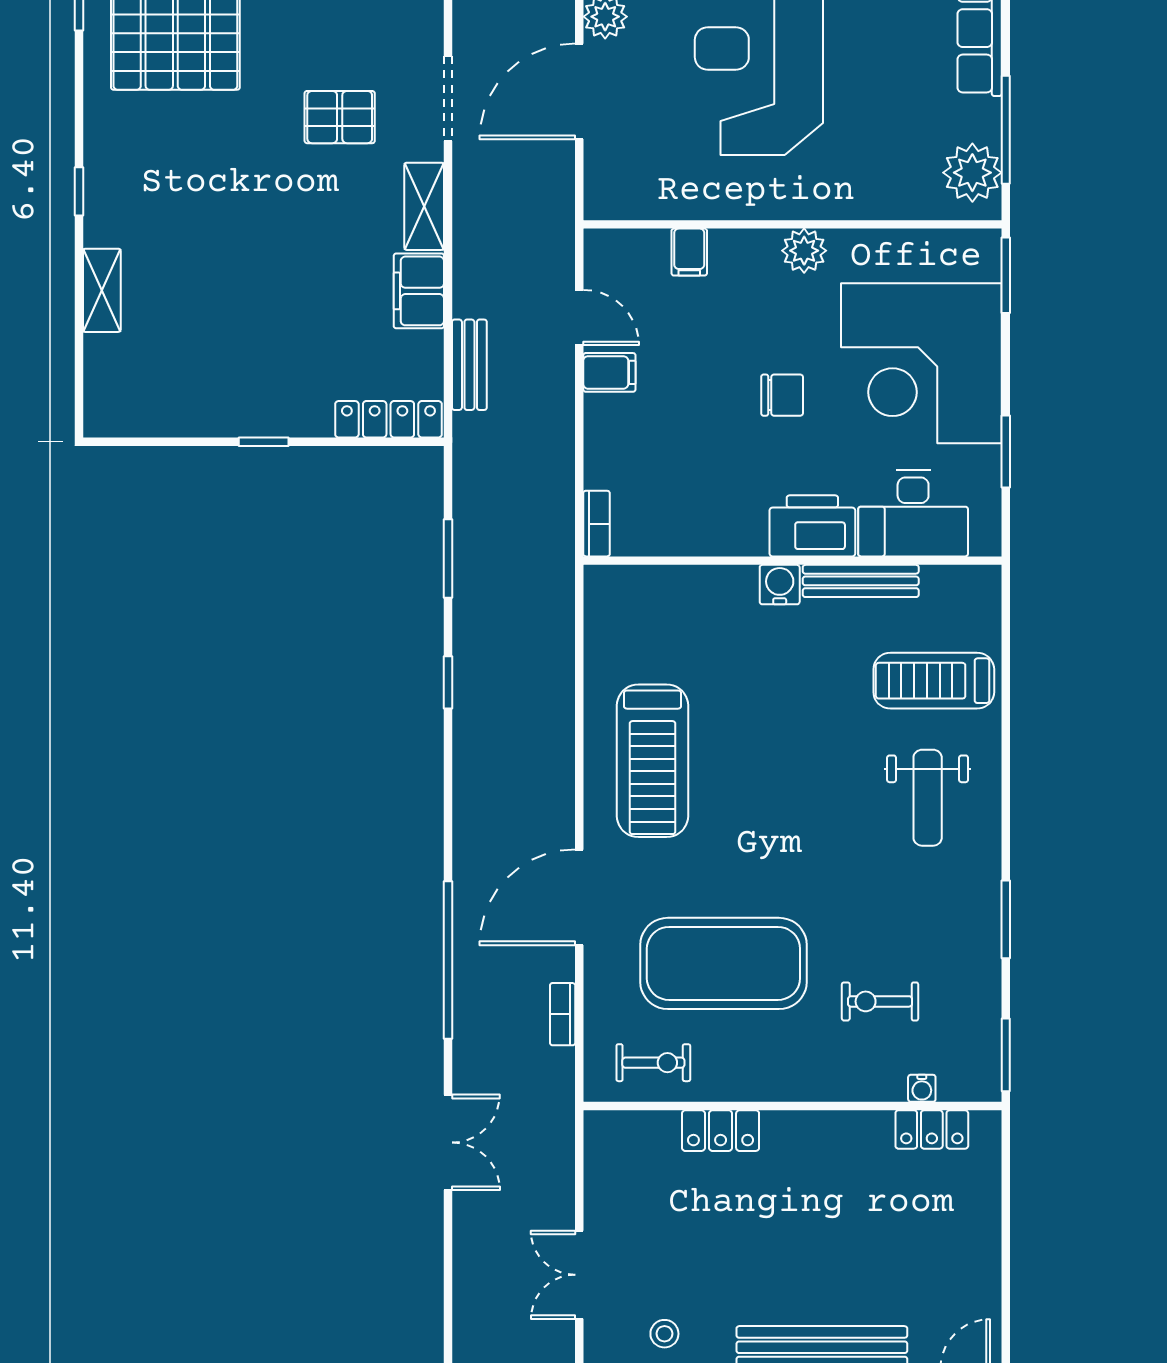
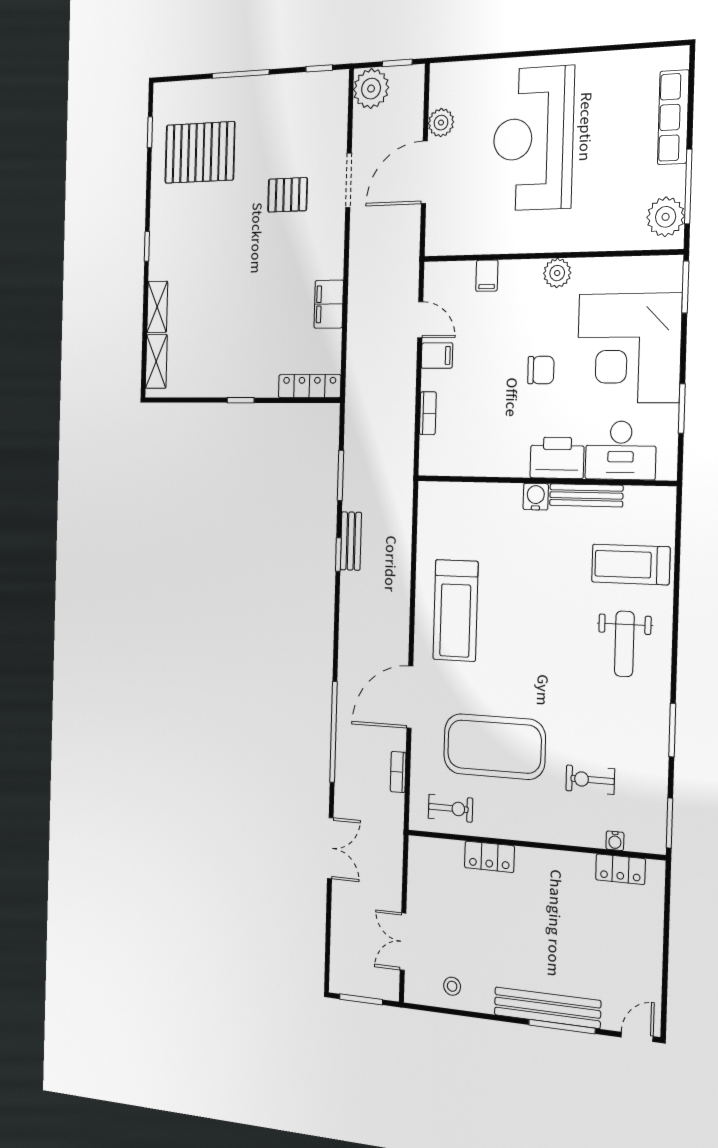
shelving: (424, 206) -> (156, 361), moved
bench: (469, 365) -> (351, 541), moved
bookcase: (596, 524) -> (428, 413), moved

